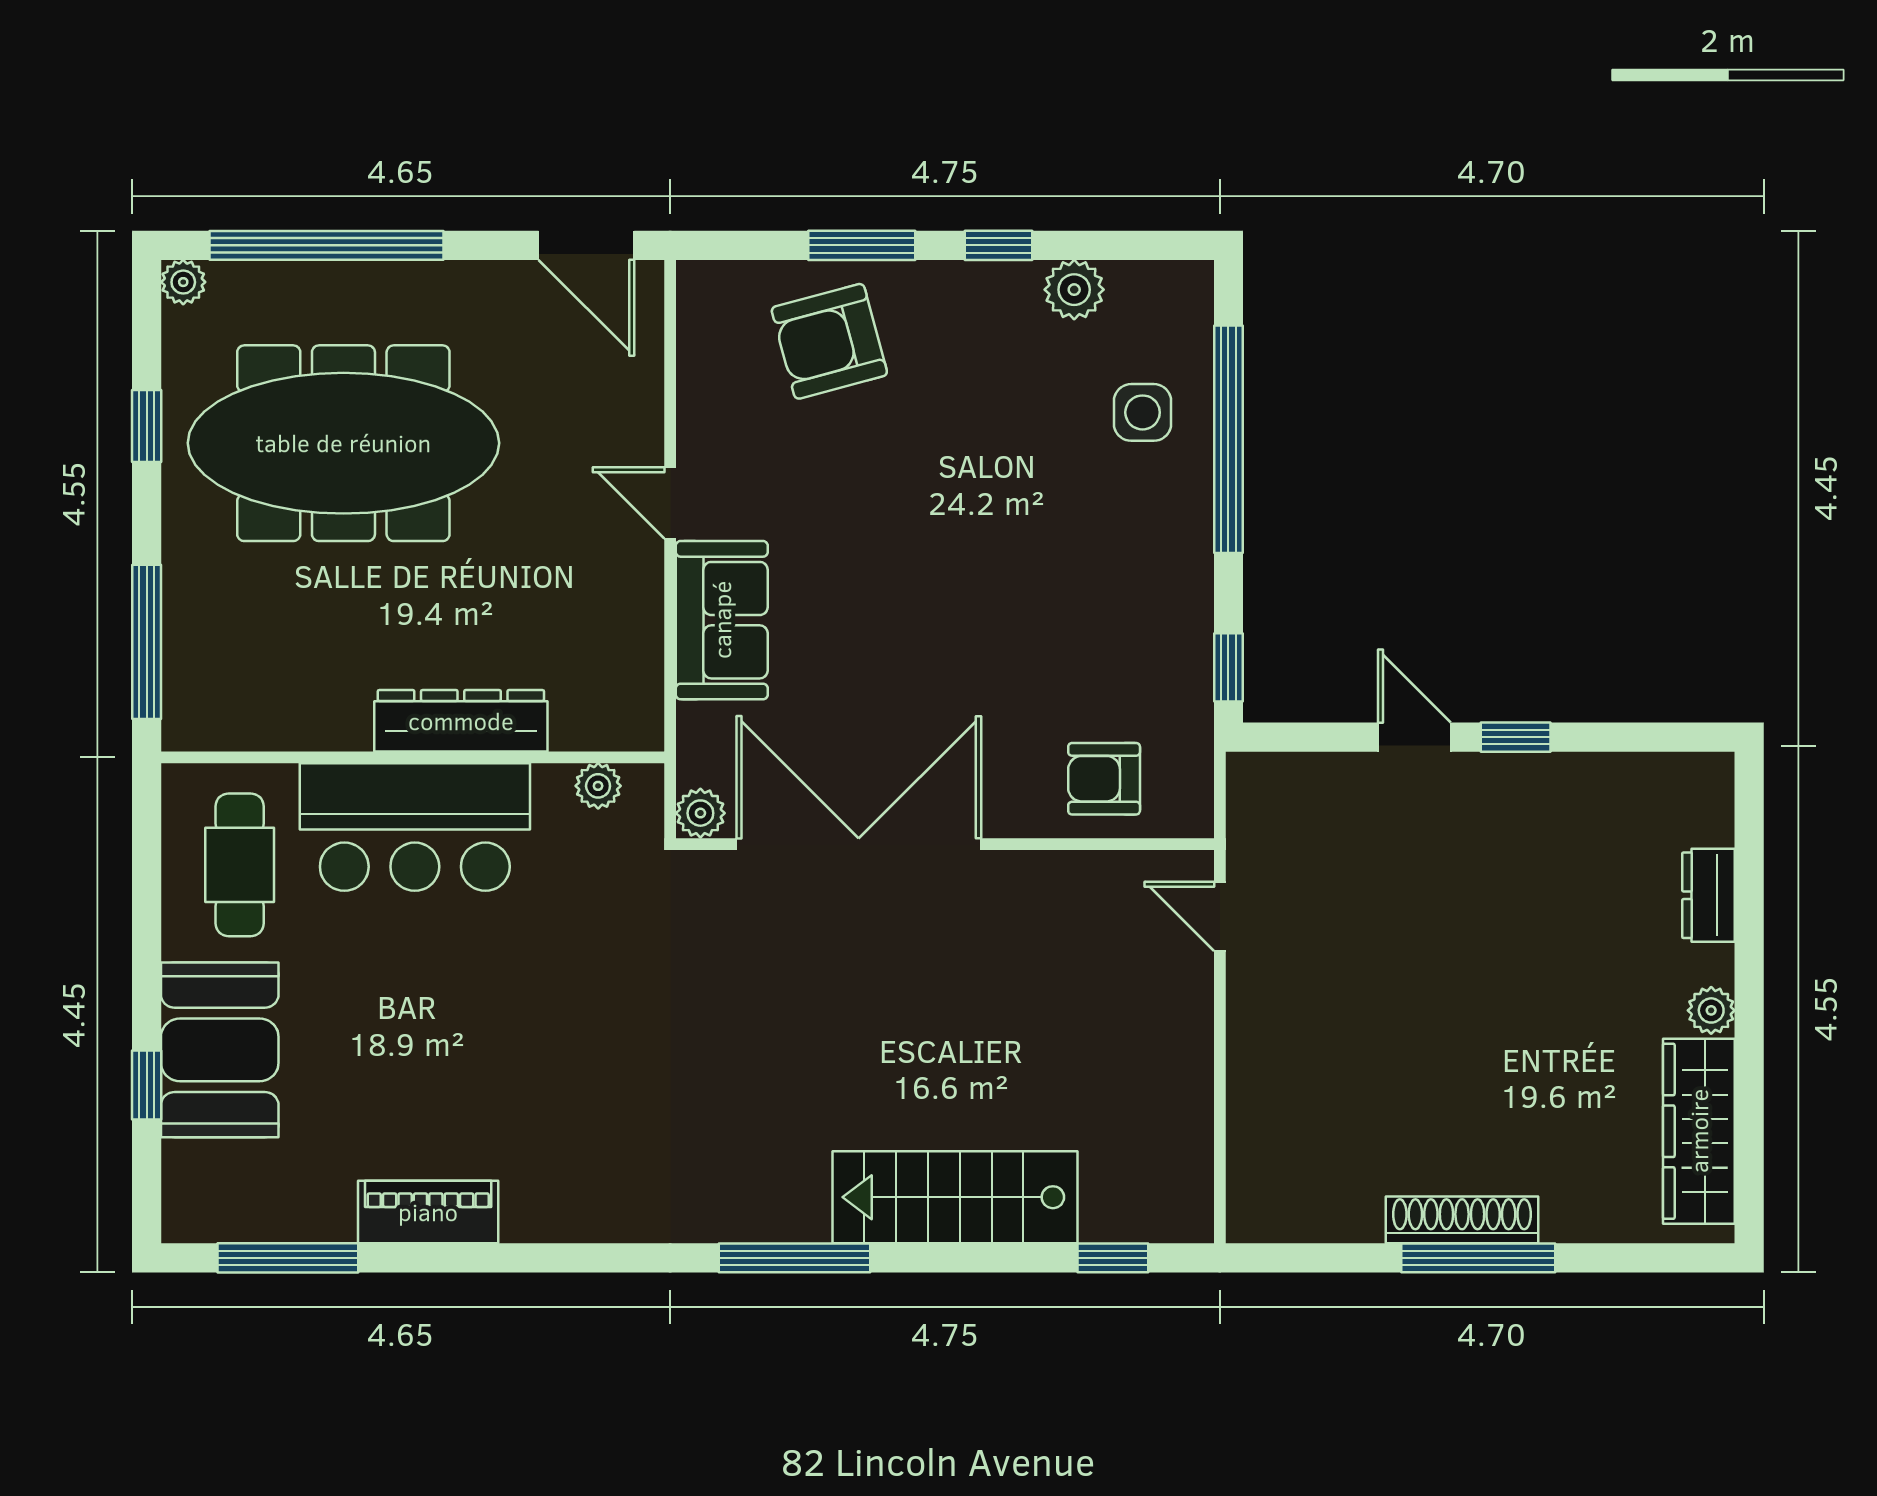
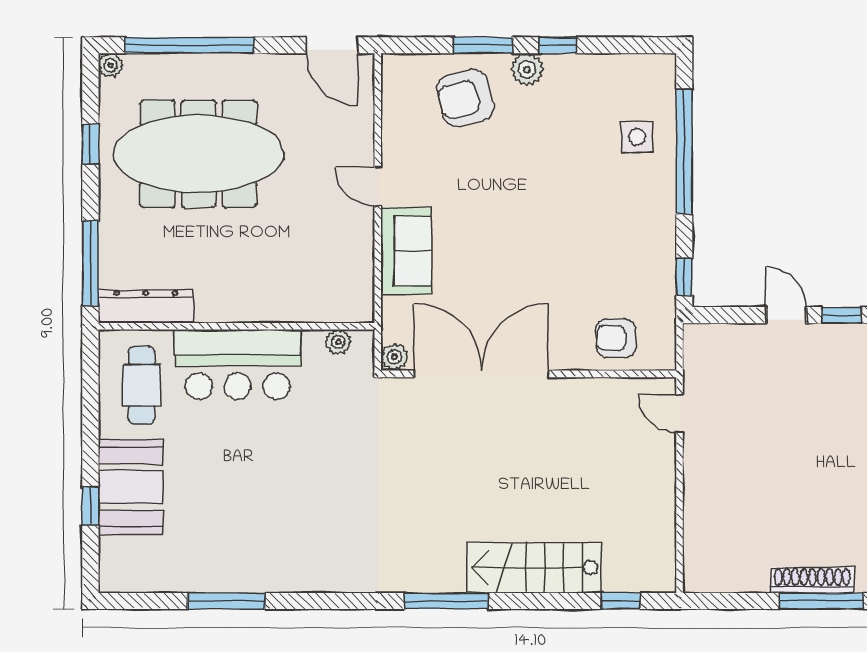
plant: (1074, 290) -> (527, 70), moved
dresser: (461, 721) -> (146, 306), moved
piano: (428, 1212) -> (245, 576), removed
window: (288, 1258) -> (226, 601), moved

